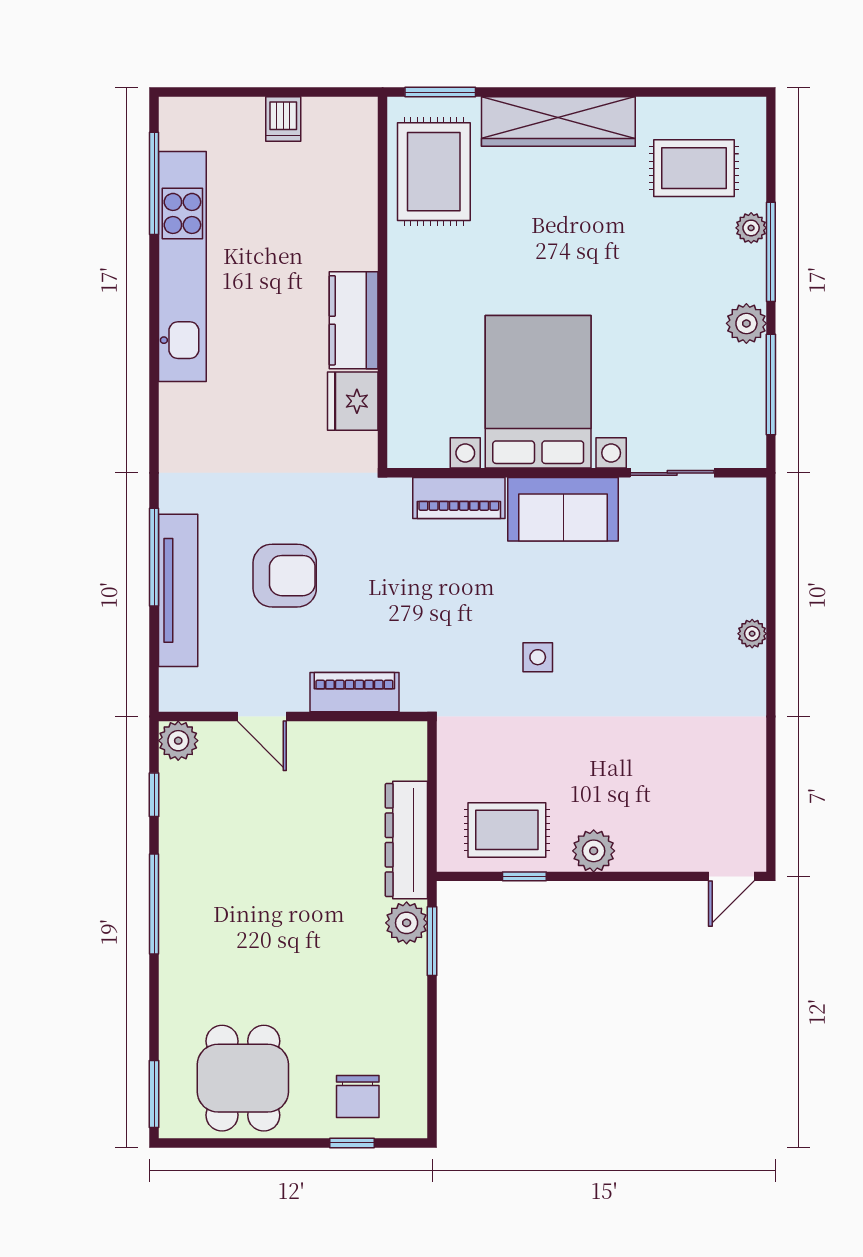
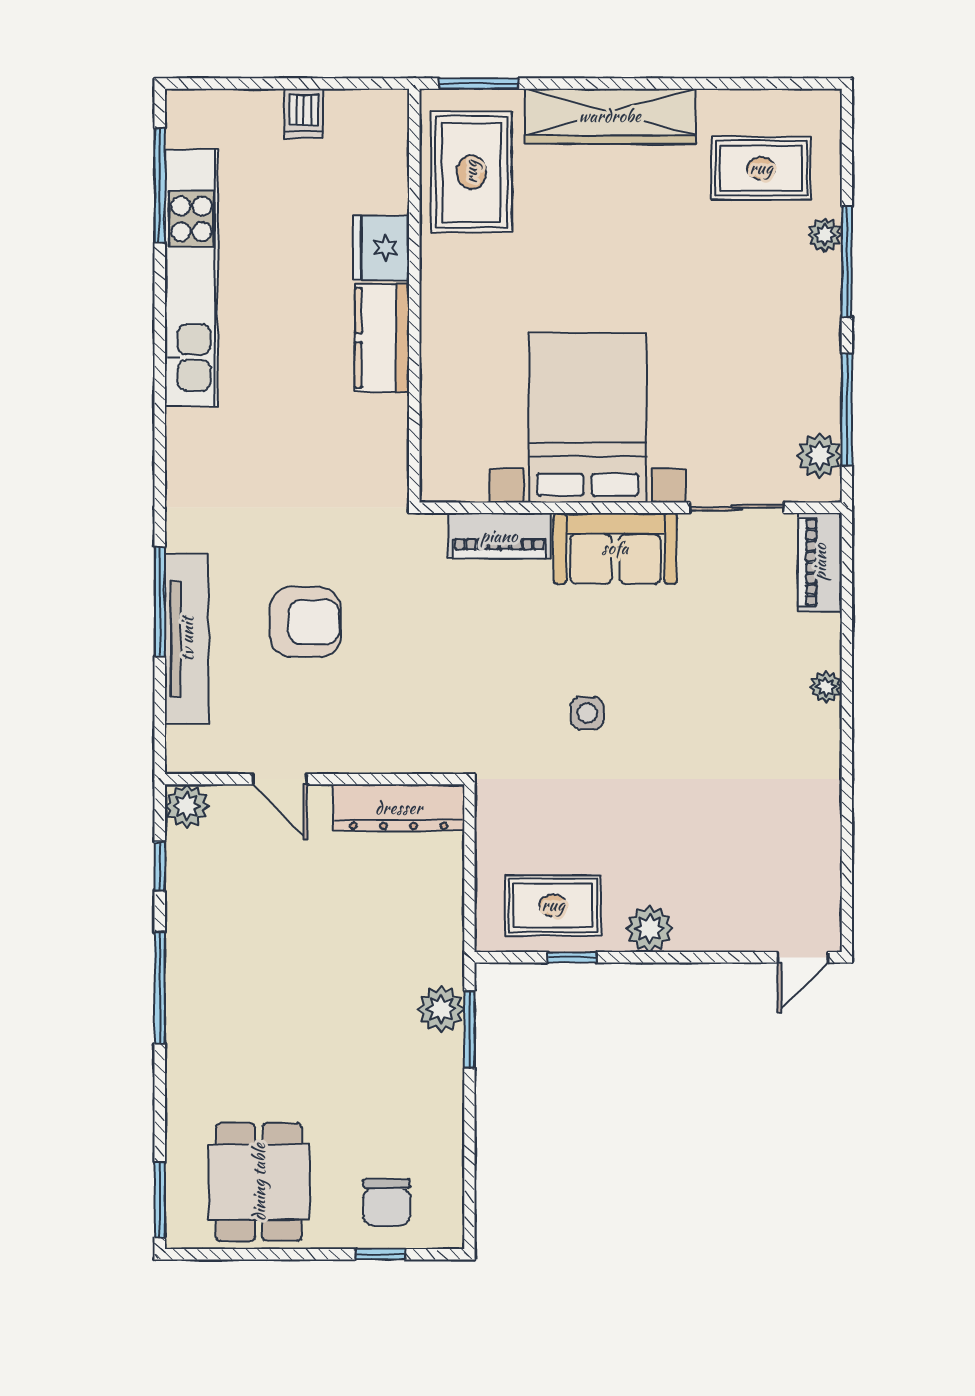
plant: (746, 323) -> (820, 455), moved
fridge: (353, 401) -> (381, 248), moved
piano: (354, 692) -> (820, 562), moved, turned -90
dresser: (406, 840) -> (399, 808), moved, turned -90

